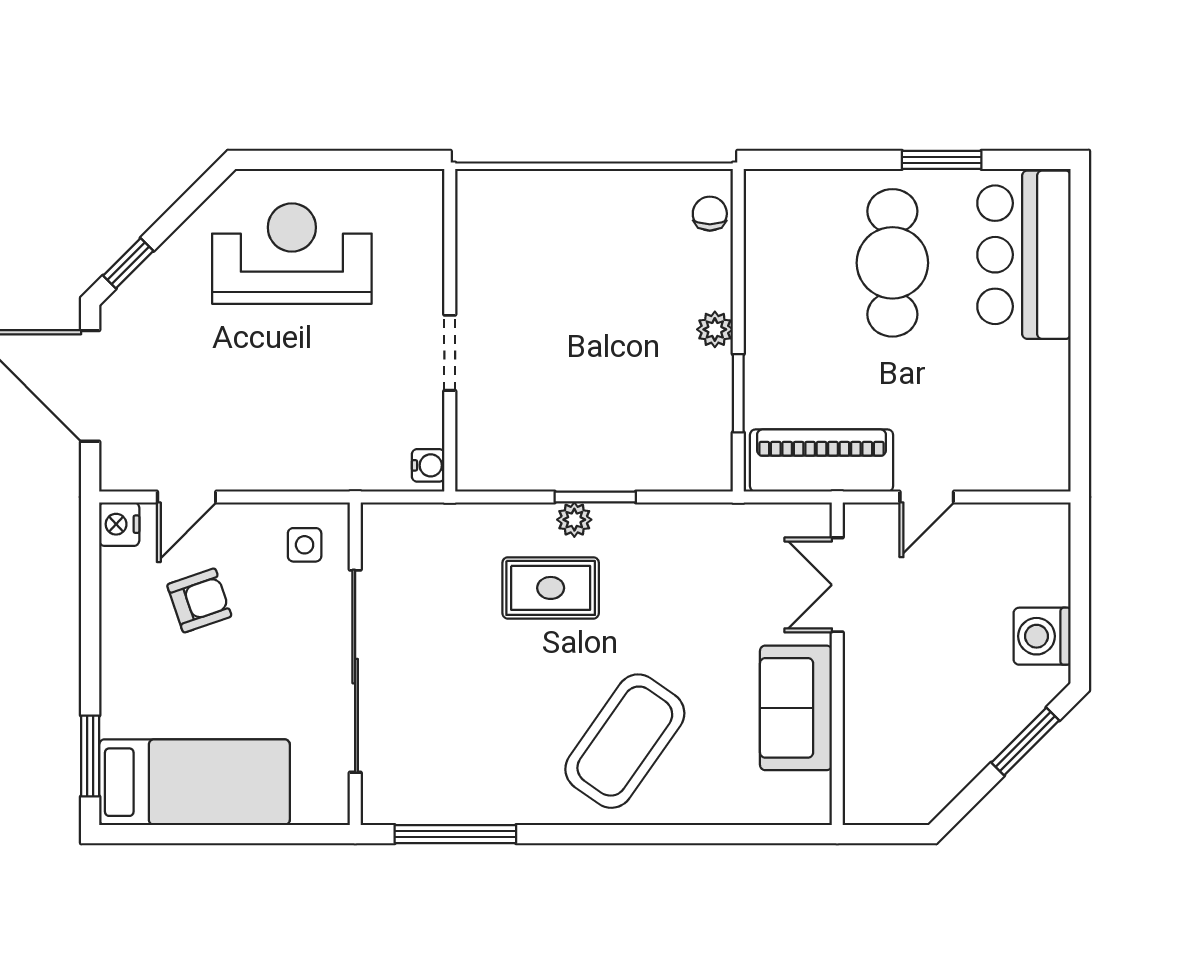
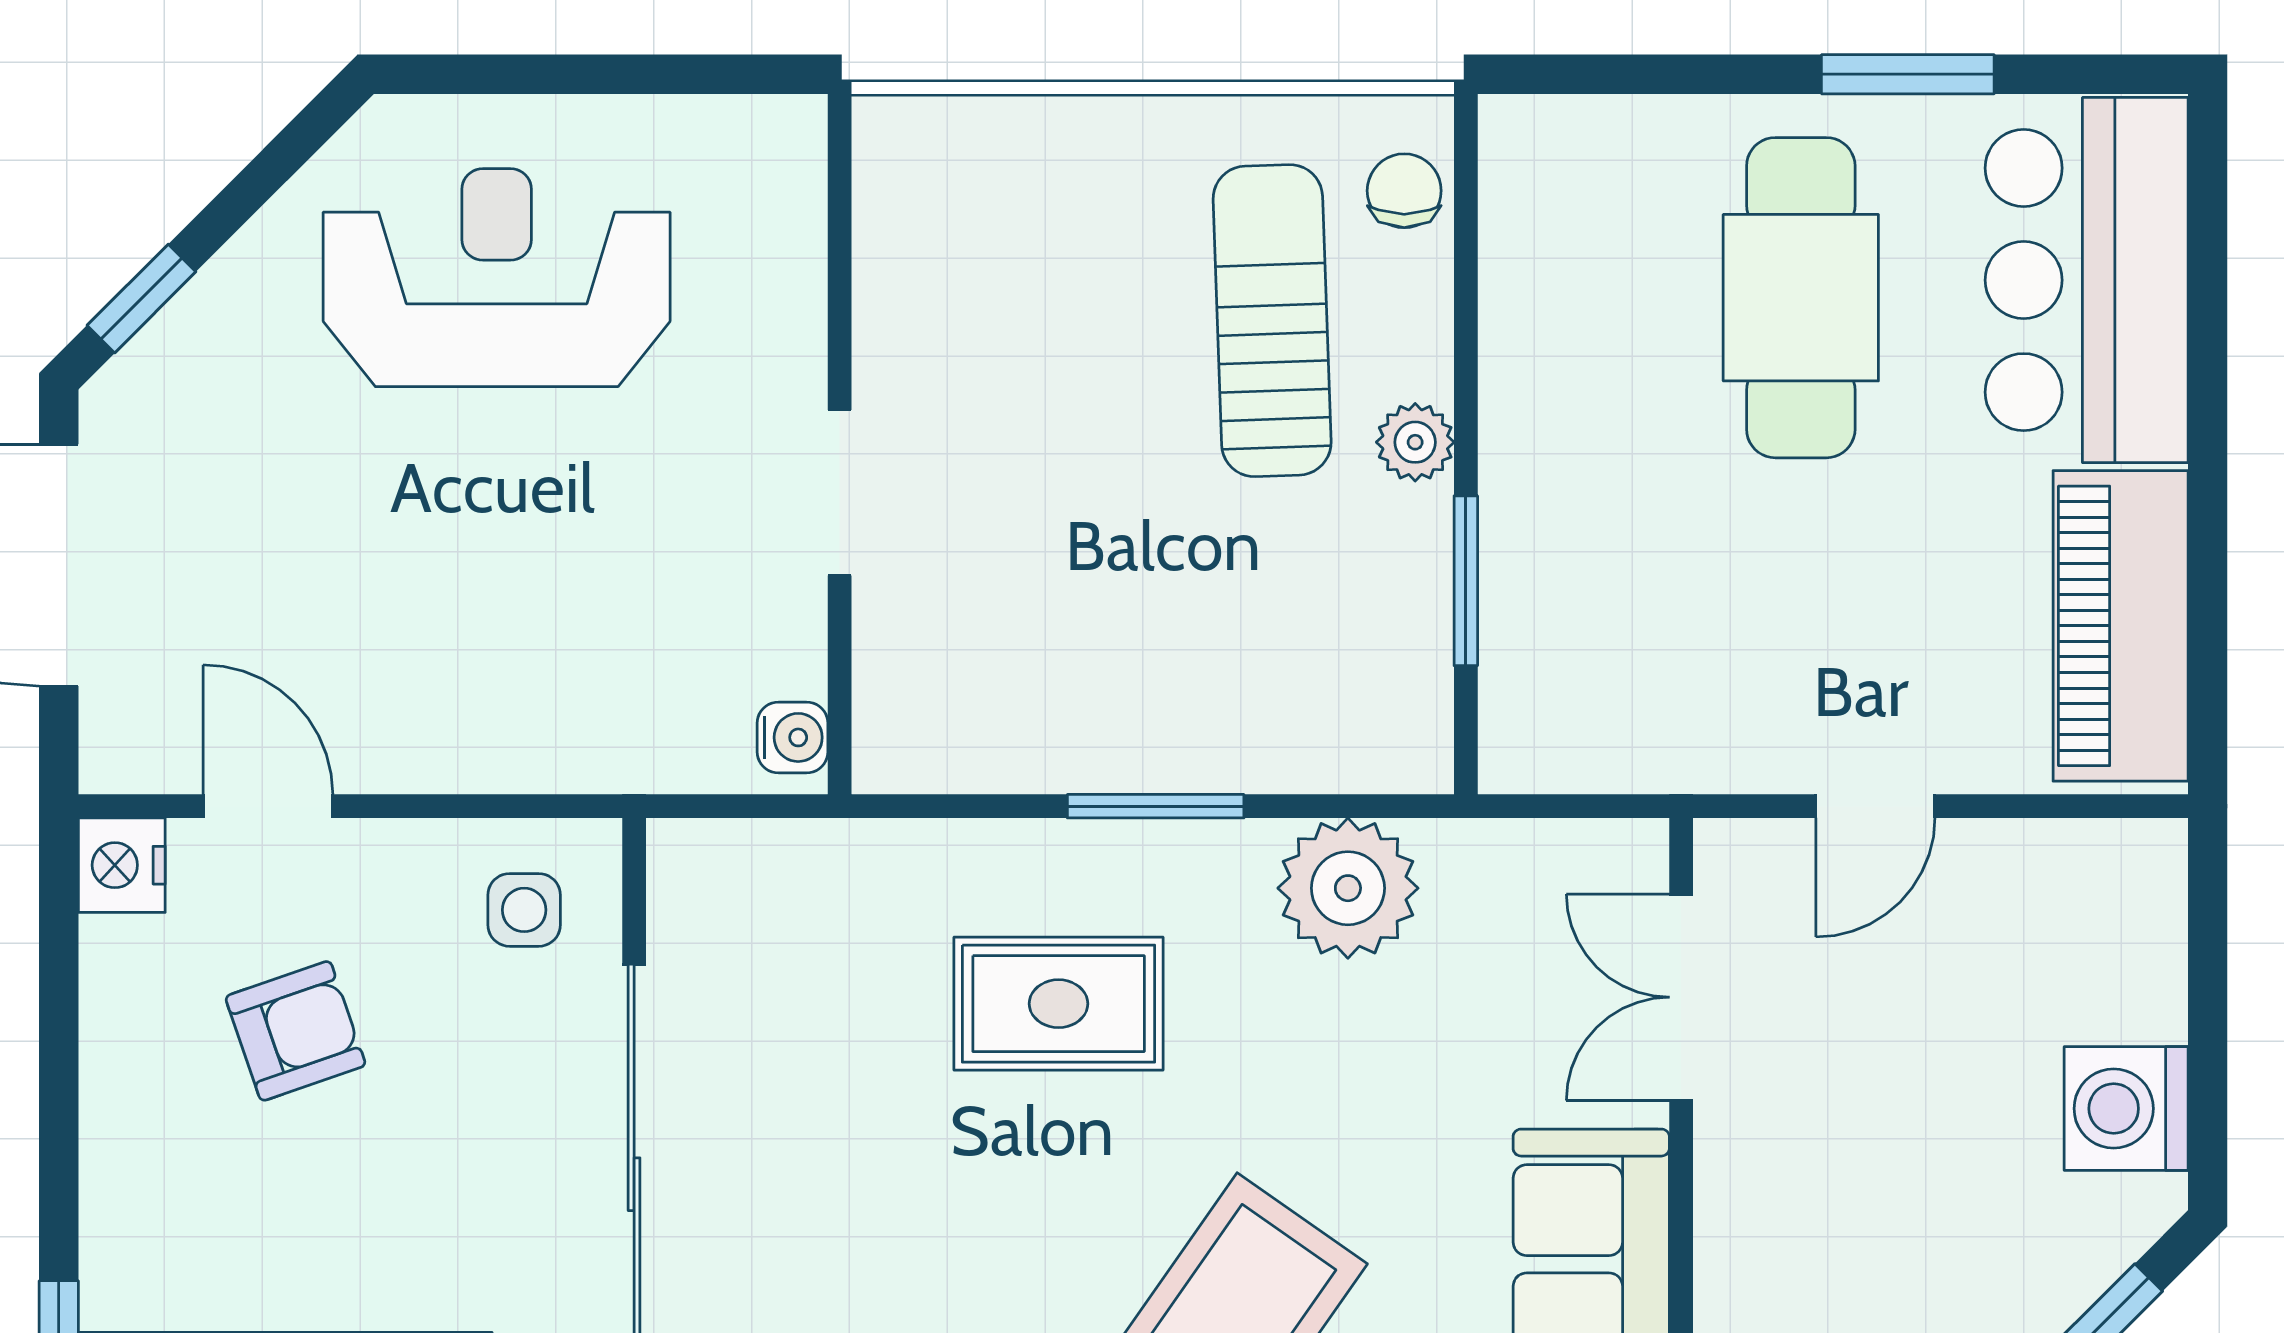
sun lounger: (649, 273) -> (1272, 321), added
piano: (822, 461) -> (2121, 626), moved, turned -90
door: (187, 497) -> (268, 806), swing flipped
plant: (574, 520) -> (1348, 888), moved, width x1.87, depth x1.87

